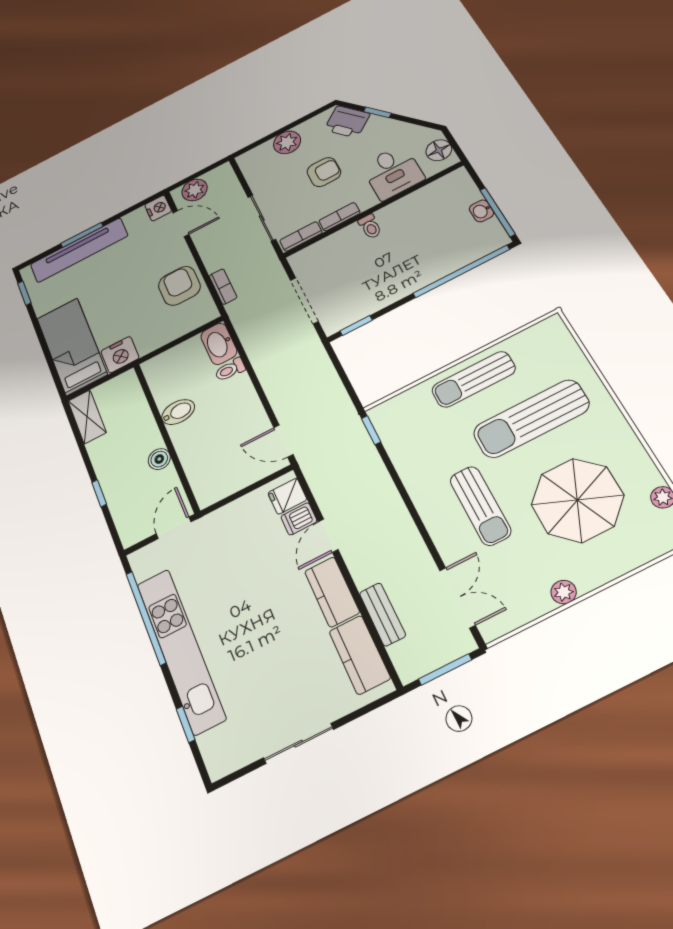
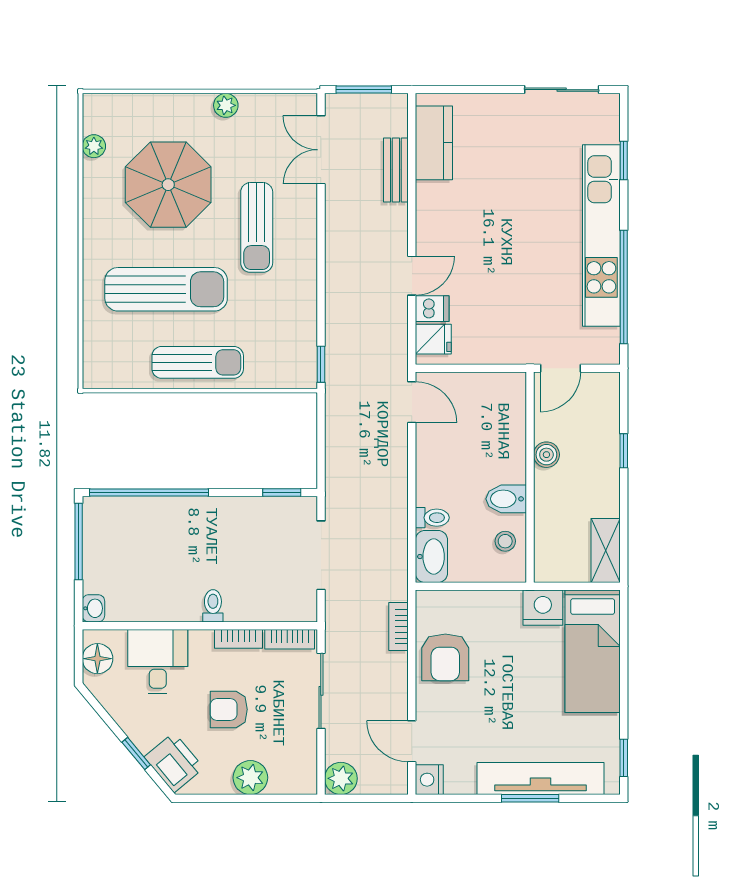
plant: (195, 190) -> (341, 778), moved
washbasin: (481, 211) -> (93, 608), moved
stool: (167, 383) -> (505, 541), added
sun lounger: (480, 506) -> (257, 227), turned 180
kitchen counter: (332, 592) -> (433, 217), removed
sliding door: (298, 744) -> (562, 90), moved

